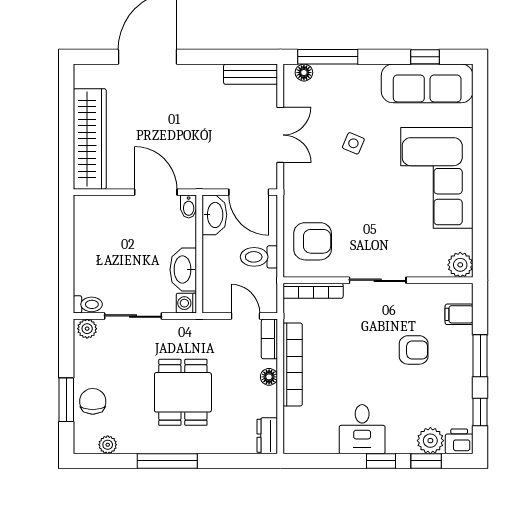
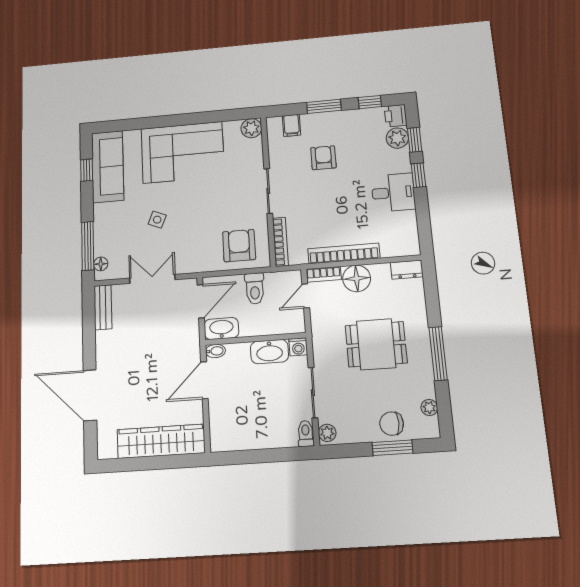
floor lamp: (269, 377) -> (357, 278), width x1.89, depth x1.89

